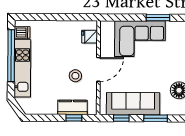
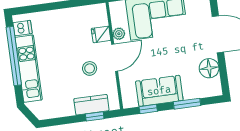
fridge: (90, 37) -> (101, 34), moved
plant: (105, 49) -> (119, 34), added
sofa: (133, 104) -> (159, 91), width x0.73

